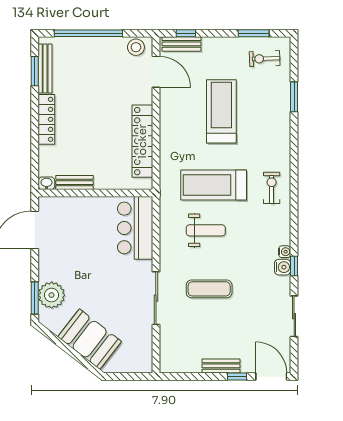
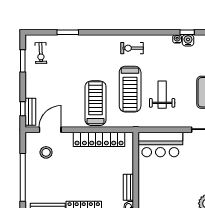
stool: (136, 47) -> (46, 152), moved
treadmill: (221, 111) -> (96, 103), moved, turned 90

